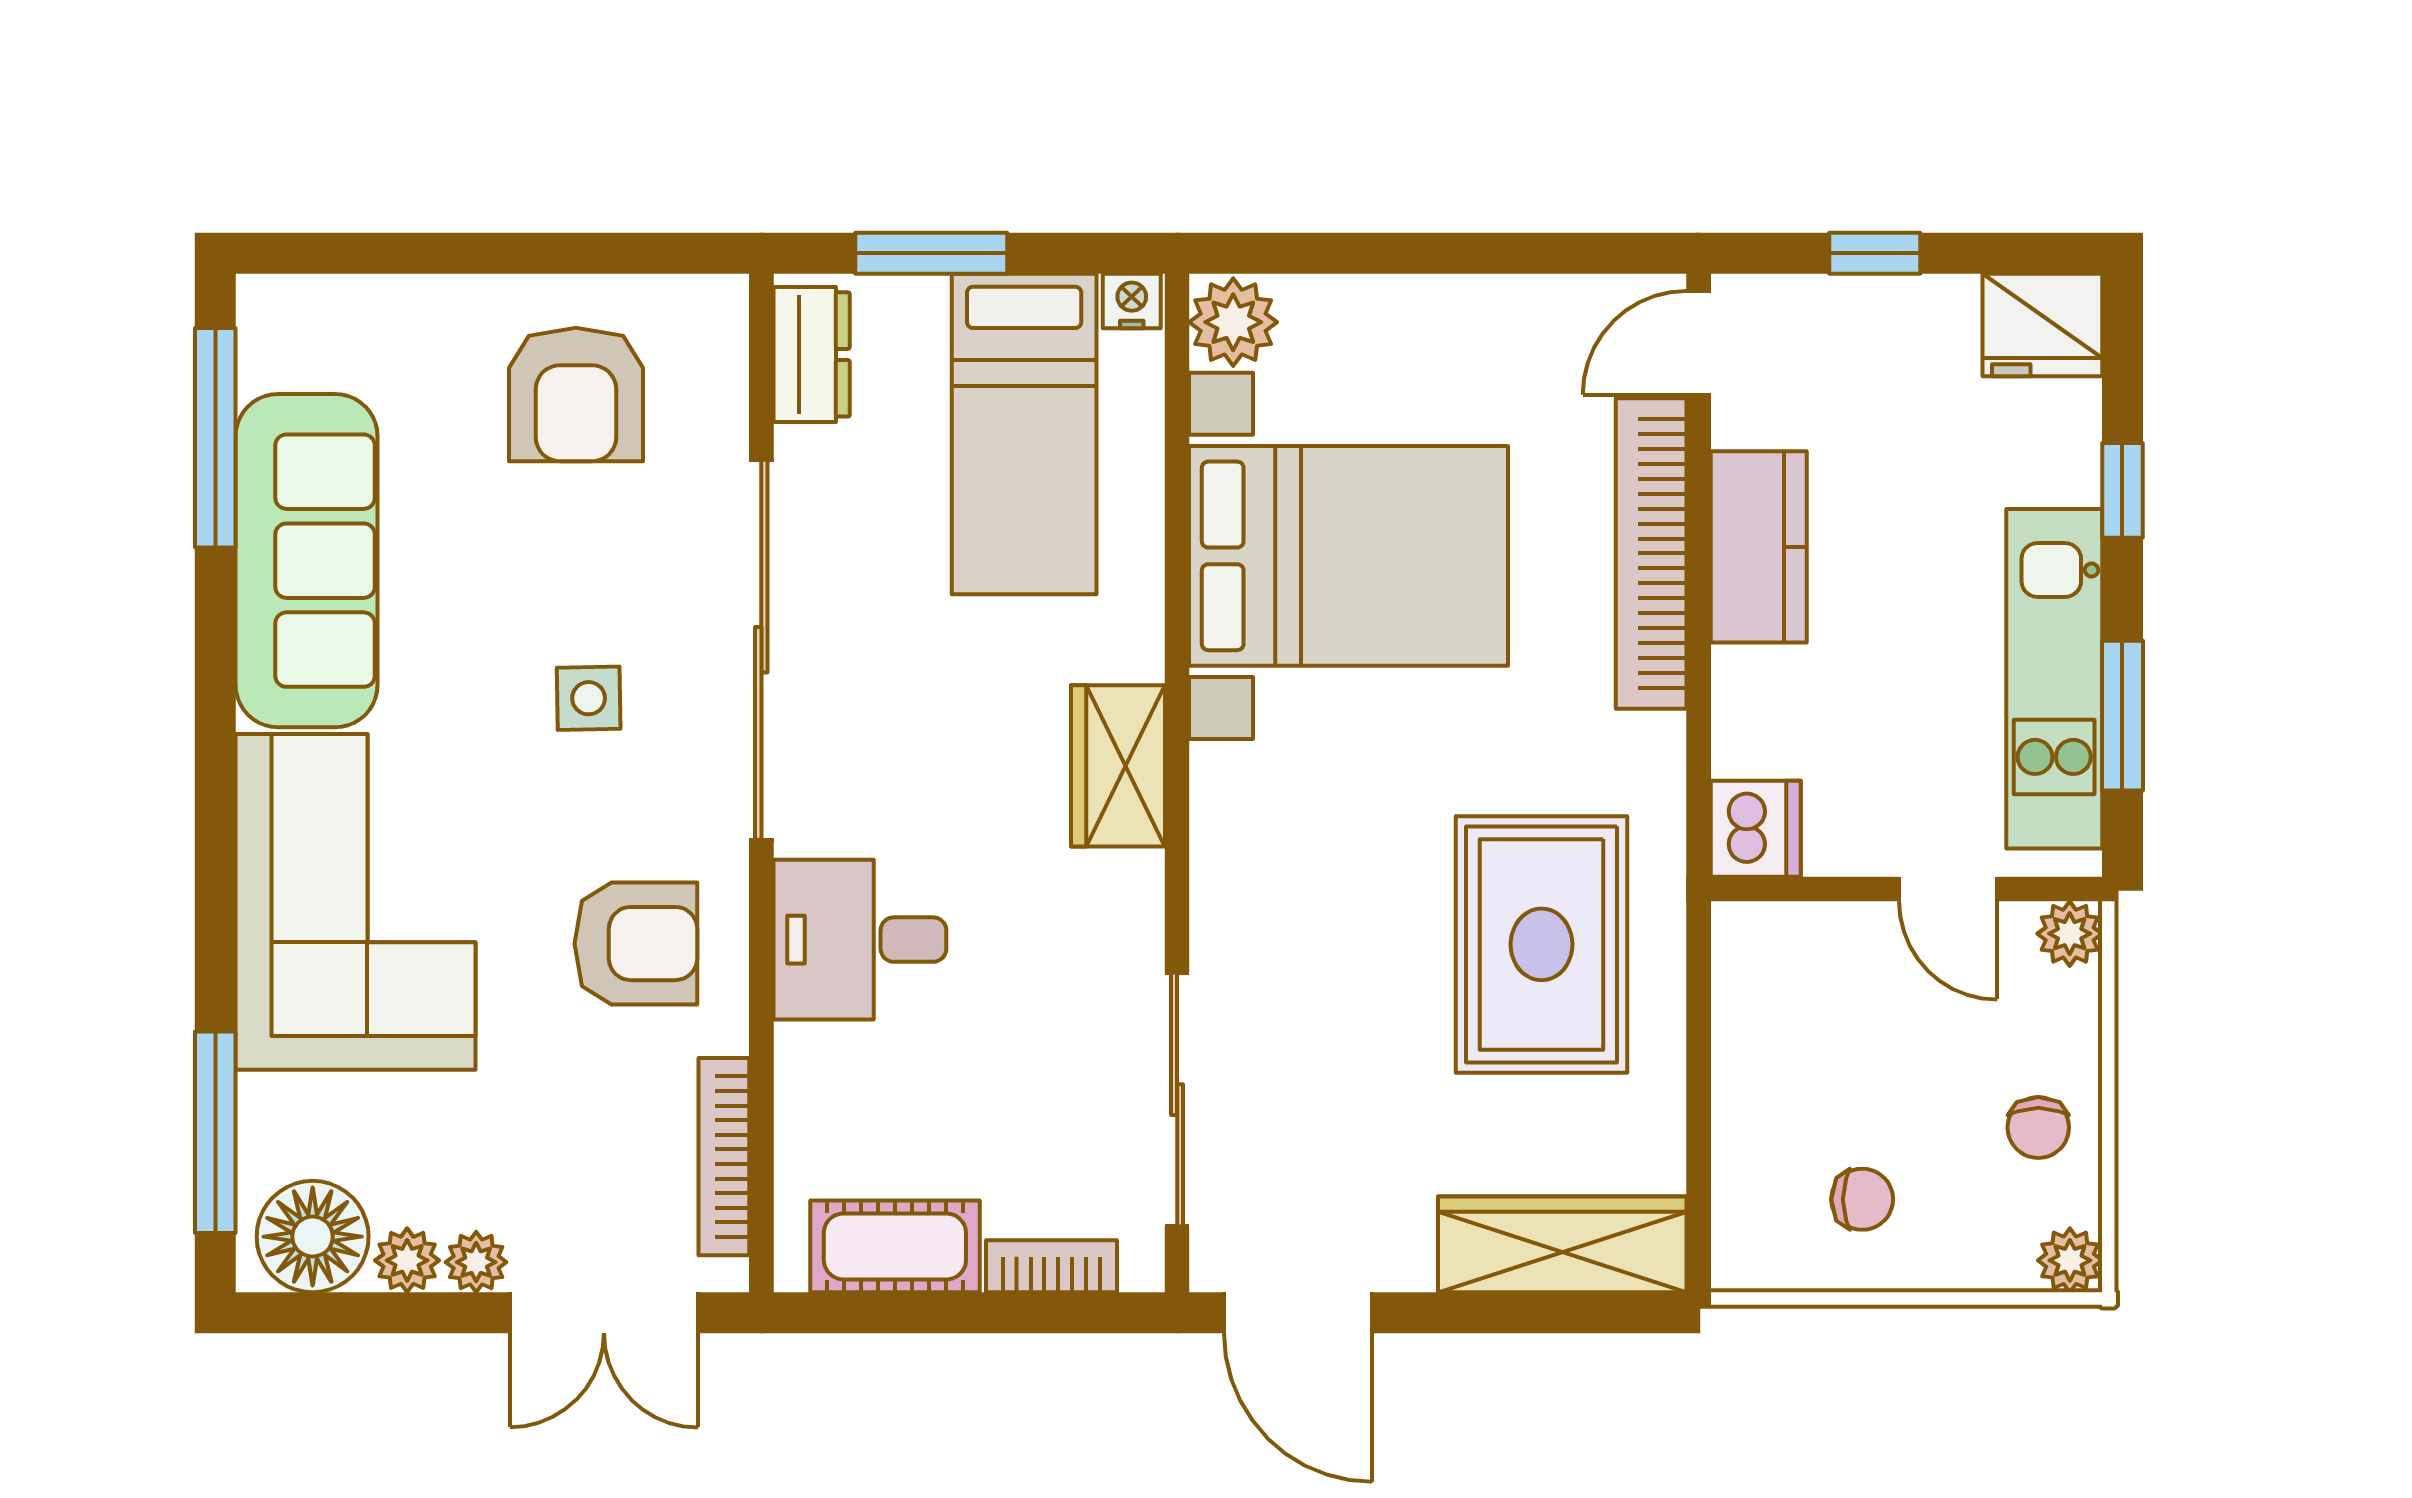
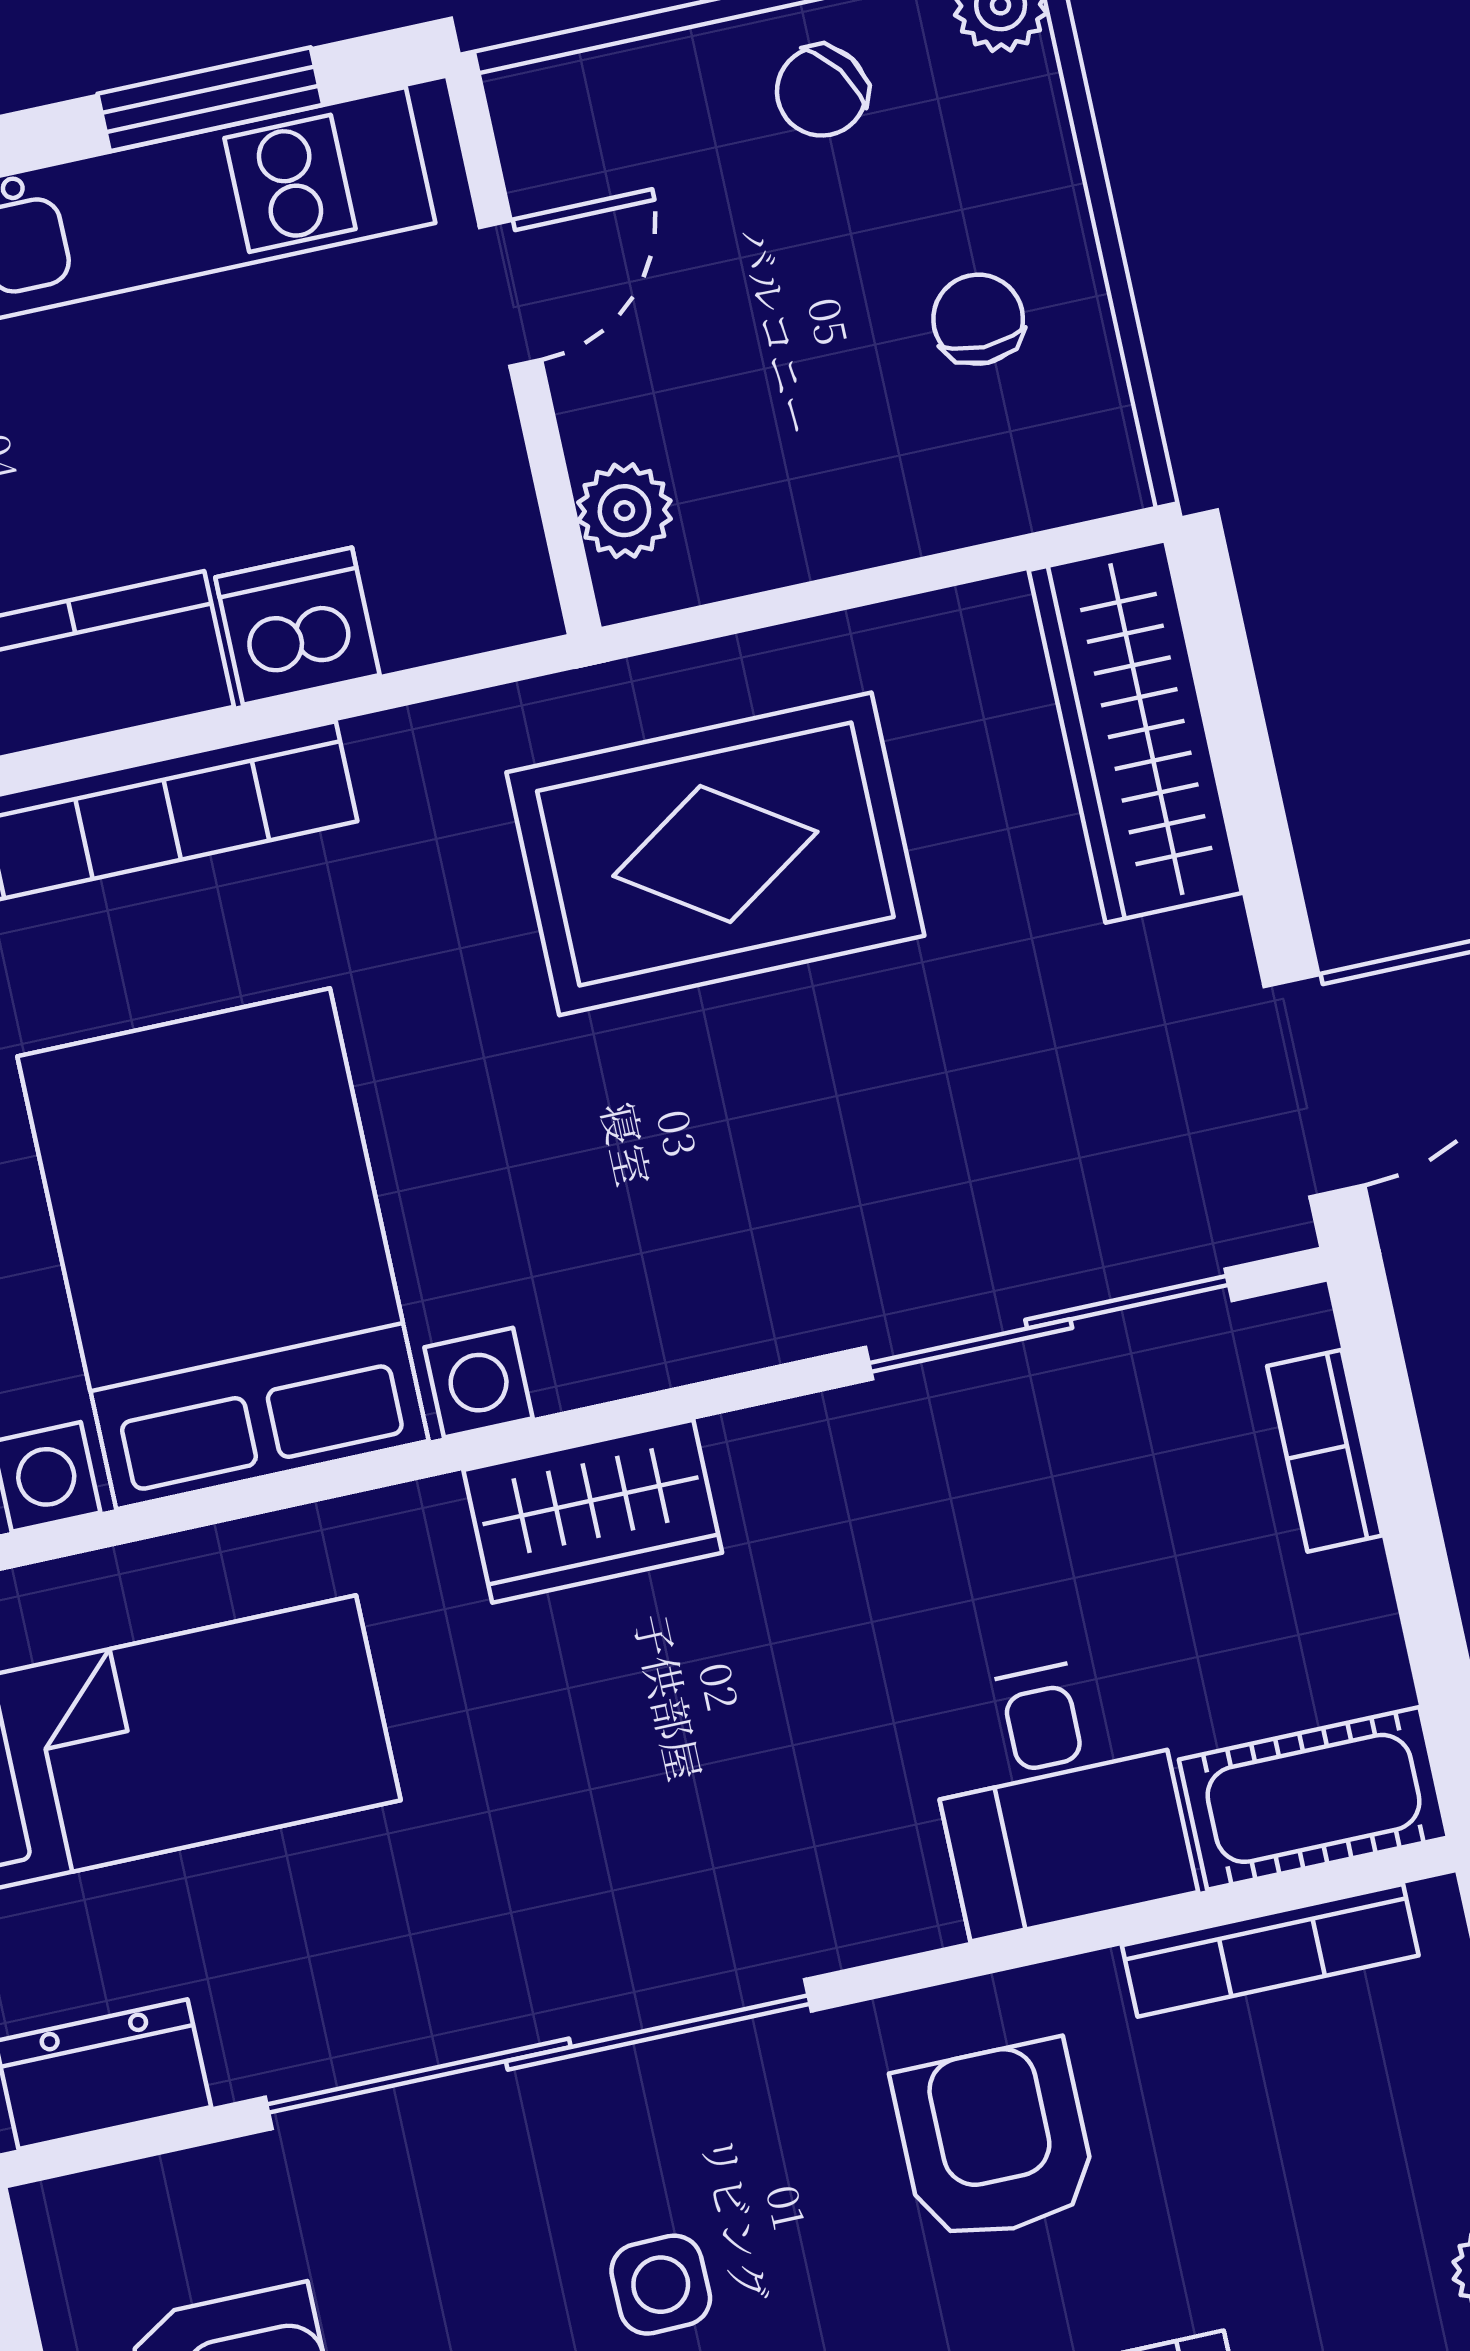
dishwasher: (1756, 829) -> (297, 626), moved
plant: (2070, 934) -> (624, 511), moved
desk: (860, 940) -> (1058, 1794), moved
chair: (2038, 1128) -> (822, 91), turned 145
cot: (895, 1246) -> (1313, 1798), moved, turned 90

